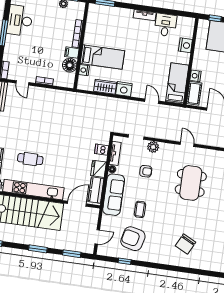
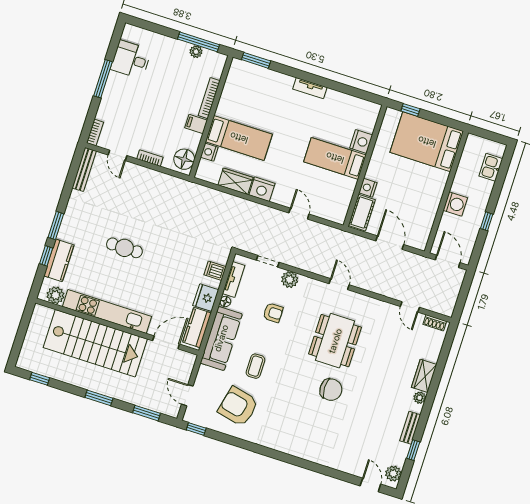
desk: (20, 20) -> (131, 59), width x0.73
desk: (165, 25) -> (337, 107), removed
floor lamp: (70, 65) -> (184, 159), moved
bed: (177, 83) -> (335, 158), moved, turned -90
cafe table: (30, 159) -> (124, 248), moved
door: (97, 237) -> (187, 395), swing flipped
chair: (185, 244) -> (331, 390), moved, turned -117
window: (125, 261) -> (196, 429), moved

